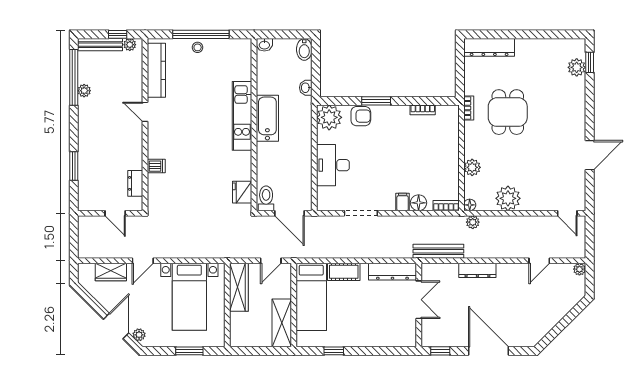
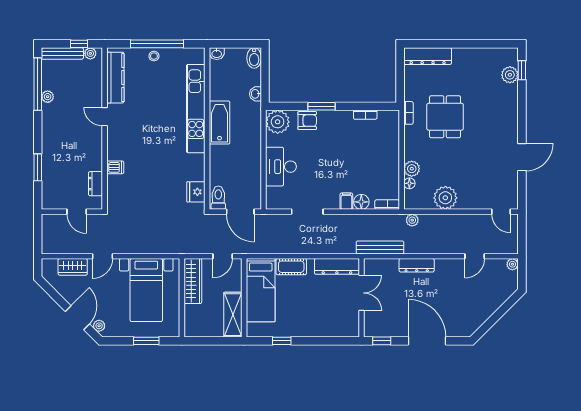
kitchen unit: (242, 116) -> (196, 109), width x1.36
floor lamp: (470, 205) -> (409, 183), moved

